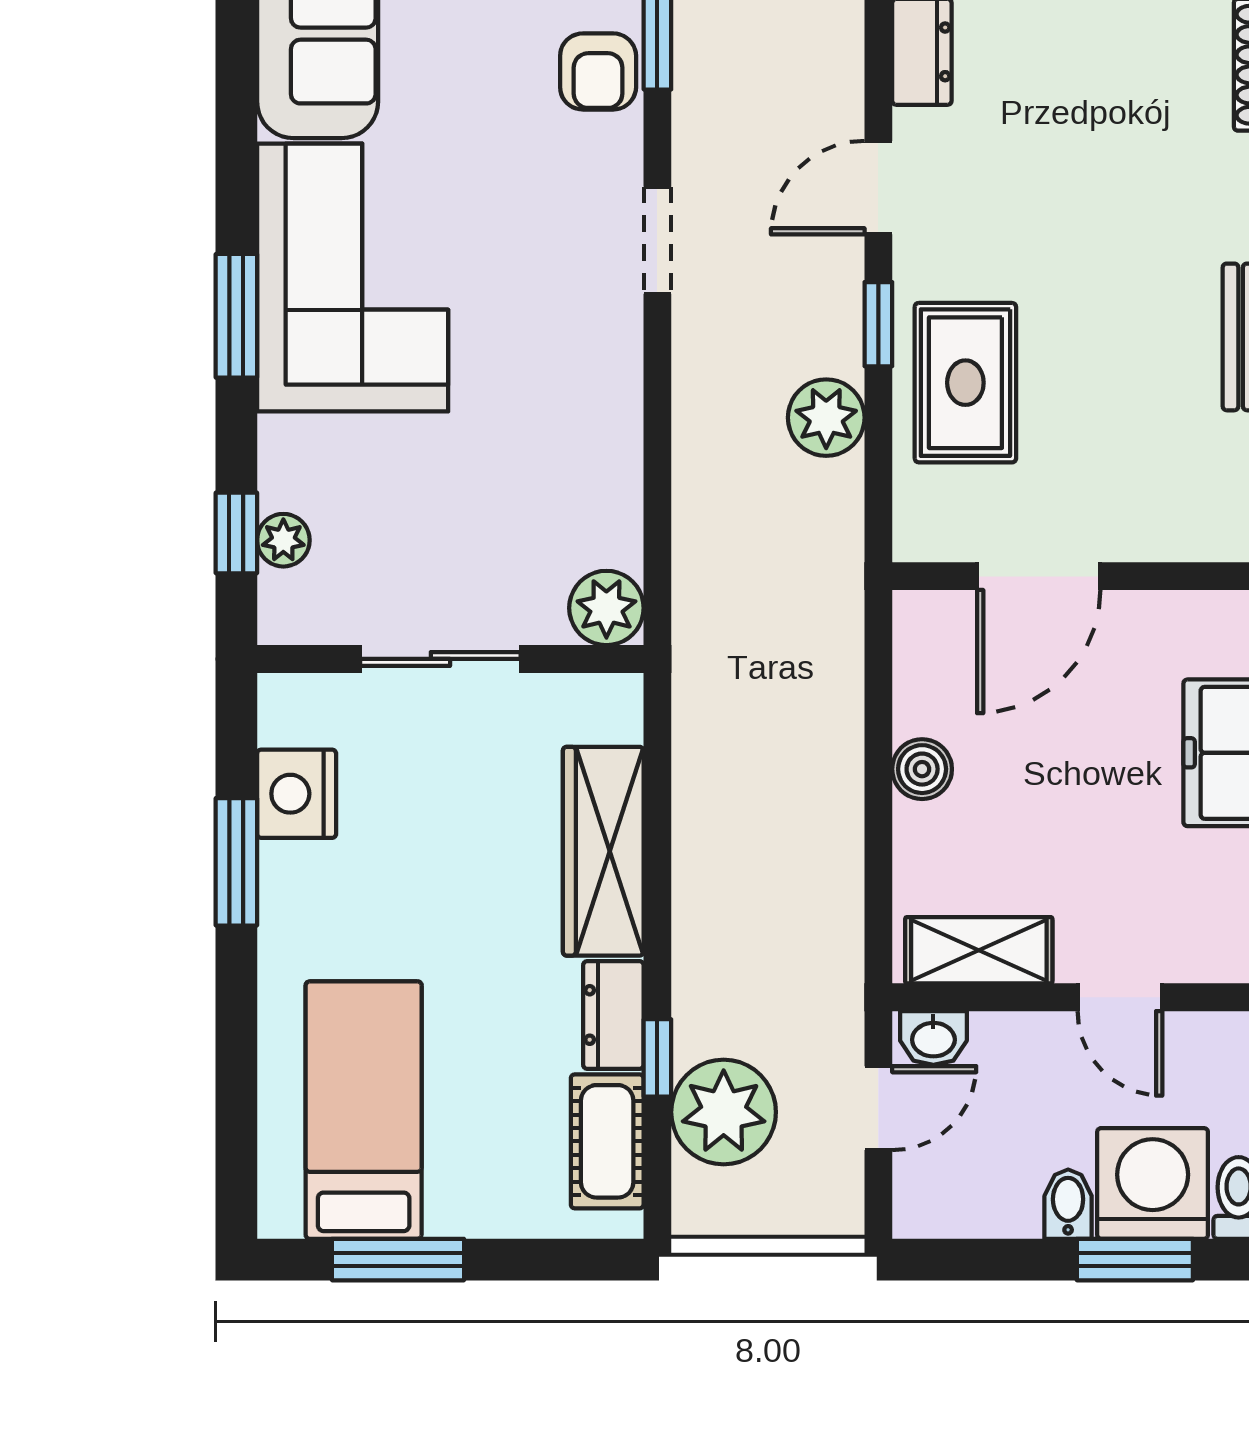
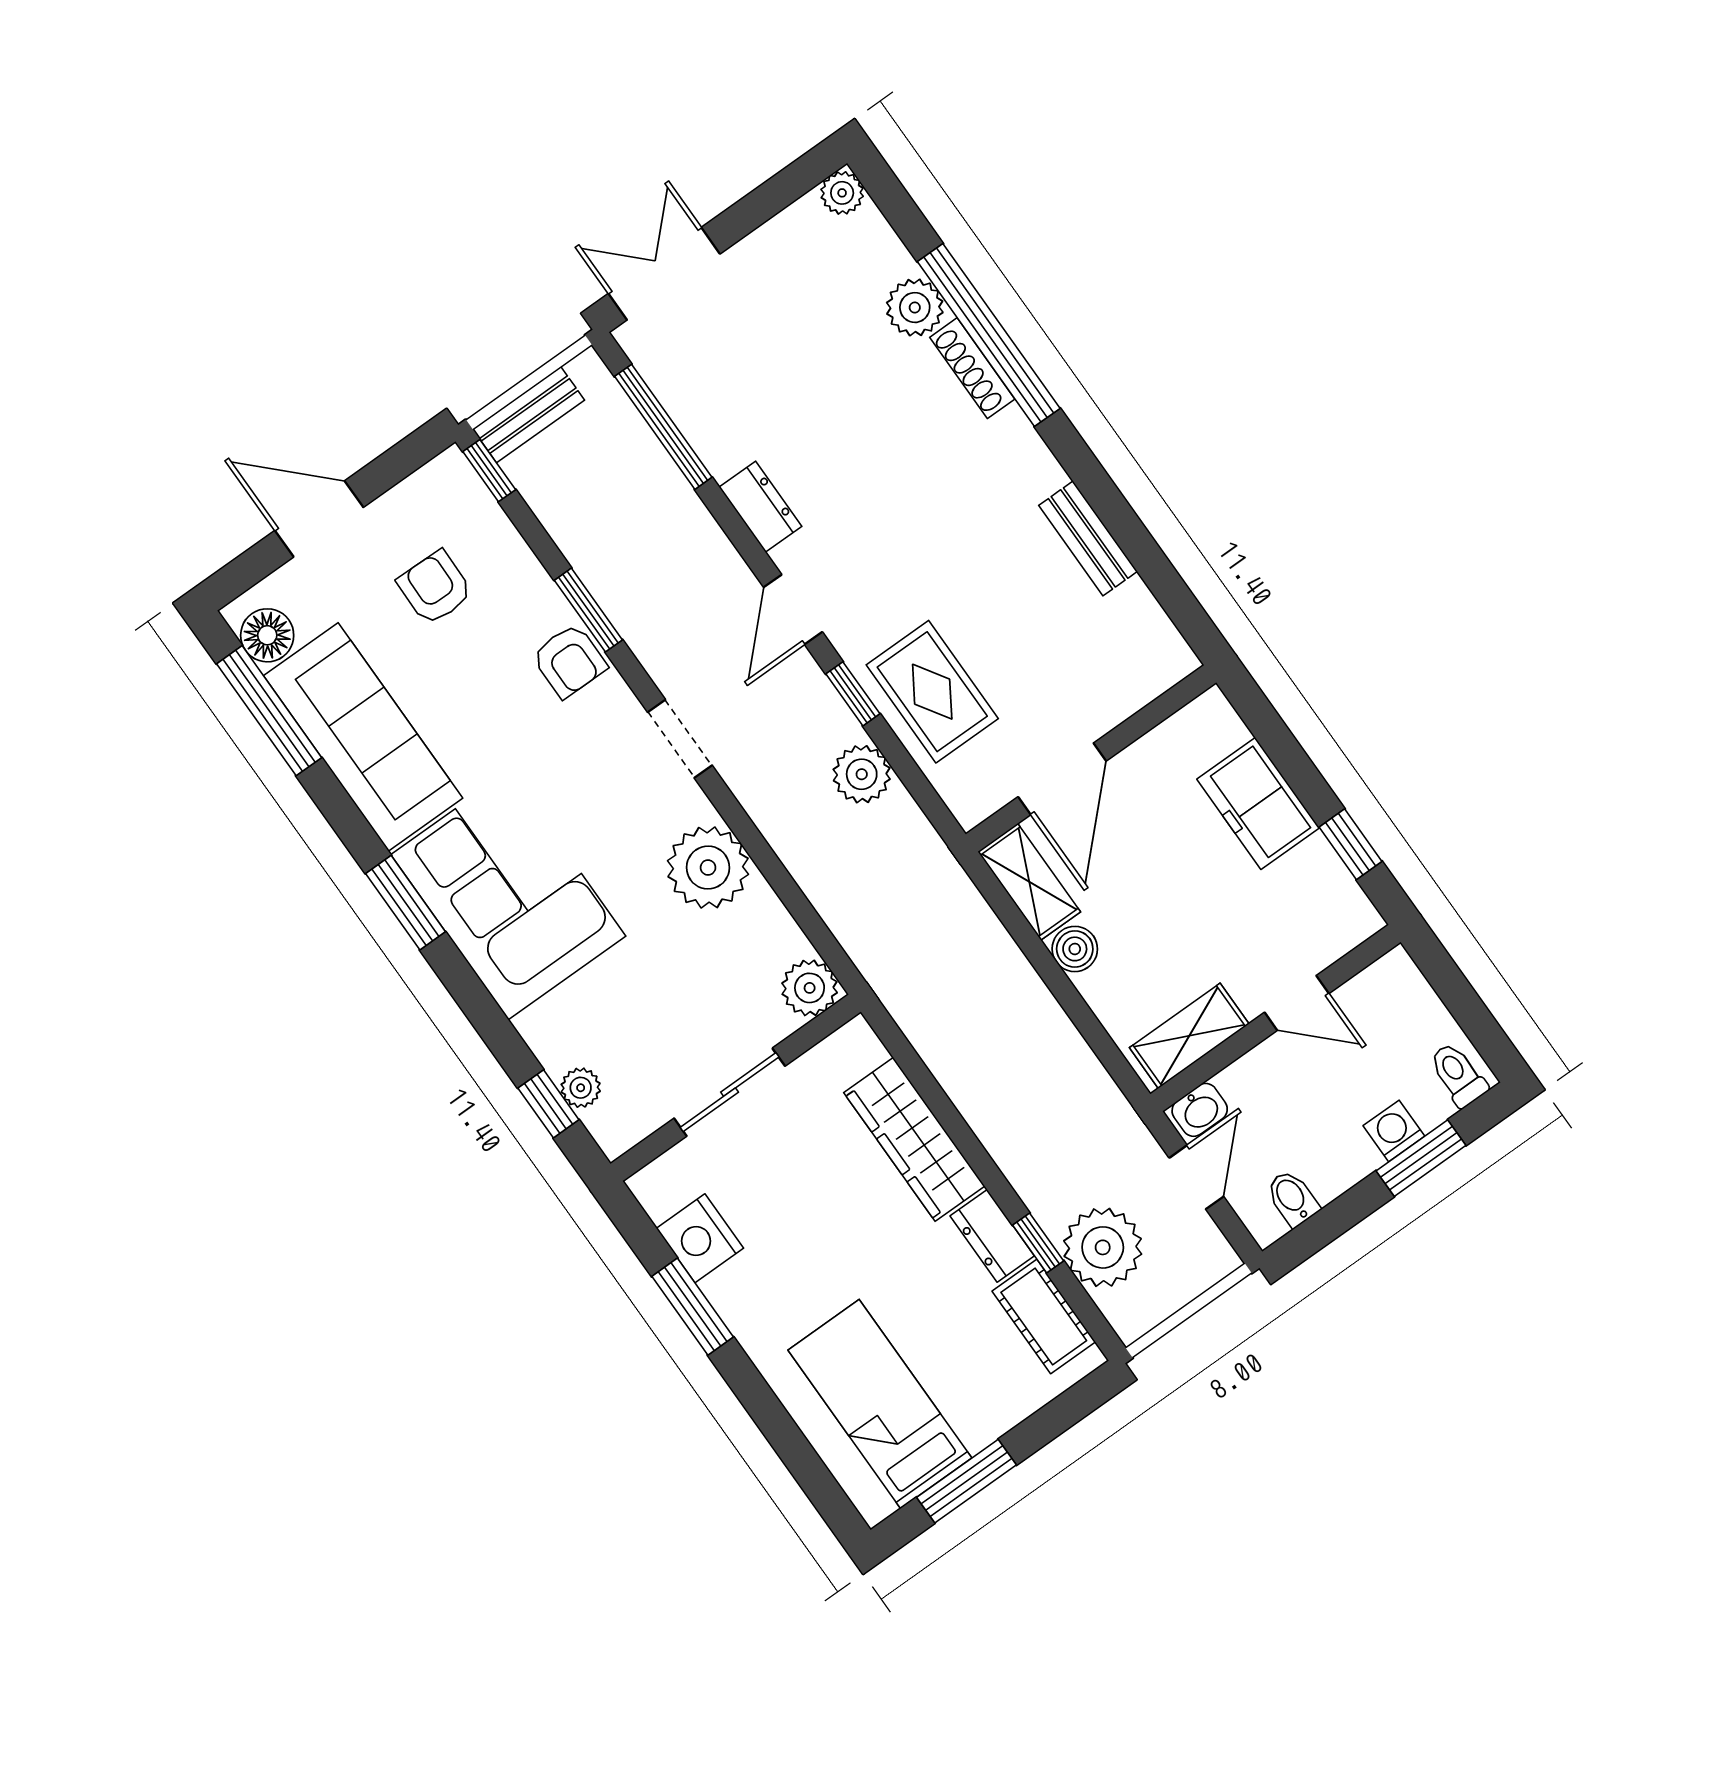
window: (236, 316) -> (405, 903), moved
plant: (589, 400) -> (708, 868), added
shelving: (924, 662) -> (1029, 882), added
washing machine: (1153, 1183) -> (1394, 1131), width x0.53, depth x0.53
bidet: (1068, 1204) -> (1292, 1198), moved

